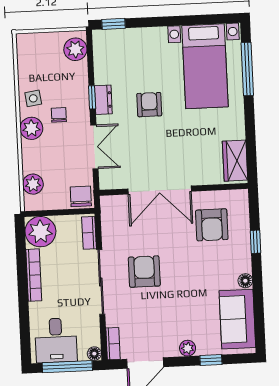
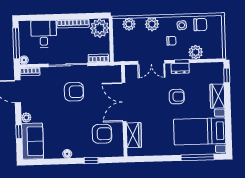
wardrobe: (147, 39) -> (217, 96), added
plant: (75, 49) -> (196, 52), moved
plant: (31, 128) -> (152, 24), moved
wardrobe: (235, 161) -> (134, 135), moved, turned 90
chair: (81, 196) -> (200, 25), moved
armchair: (212, 225) -> (102, 134), turned 180
sofa: (237, 319) -> (33, 141), moved, turned 90
desk: (56, 340) -> (44, 34), moved, turned 90

